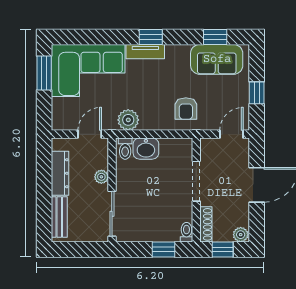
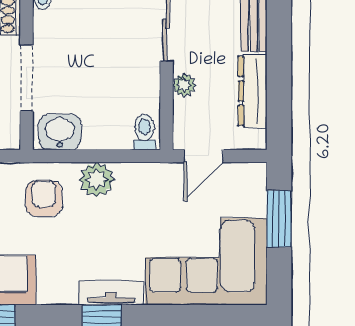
window: (44, 73) -> (279, 219), moved
plant: (128, 120) -> (97, 180), moved
washbasin: (146, 149) -> (60, 132), moved

